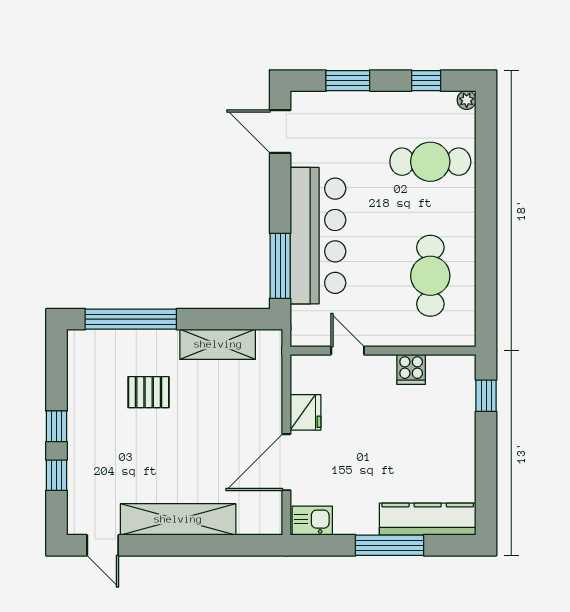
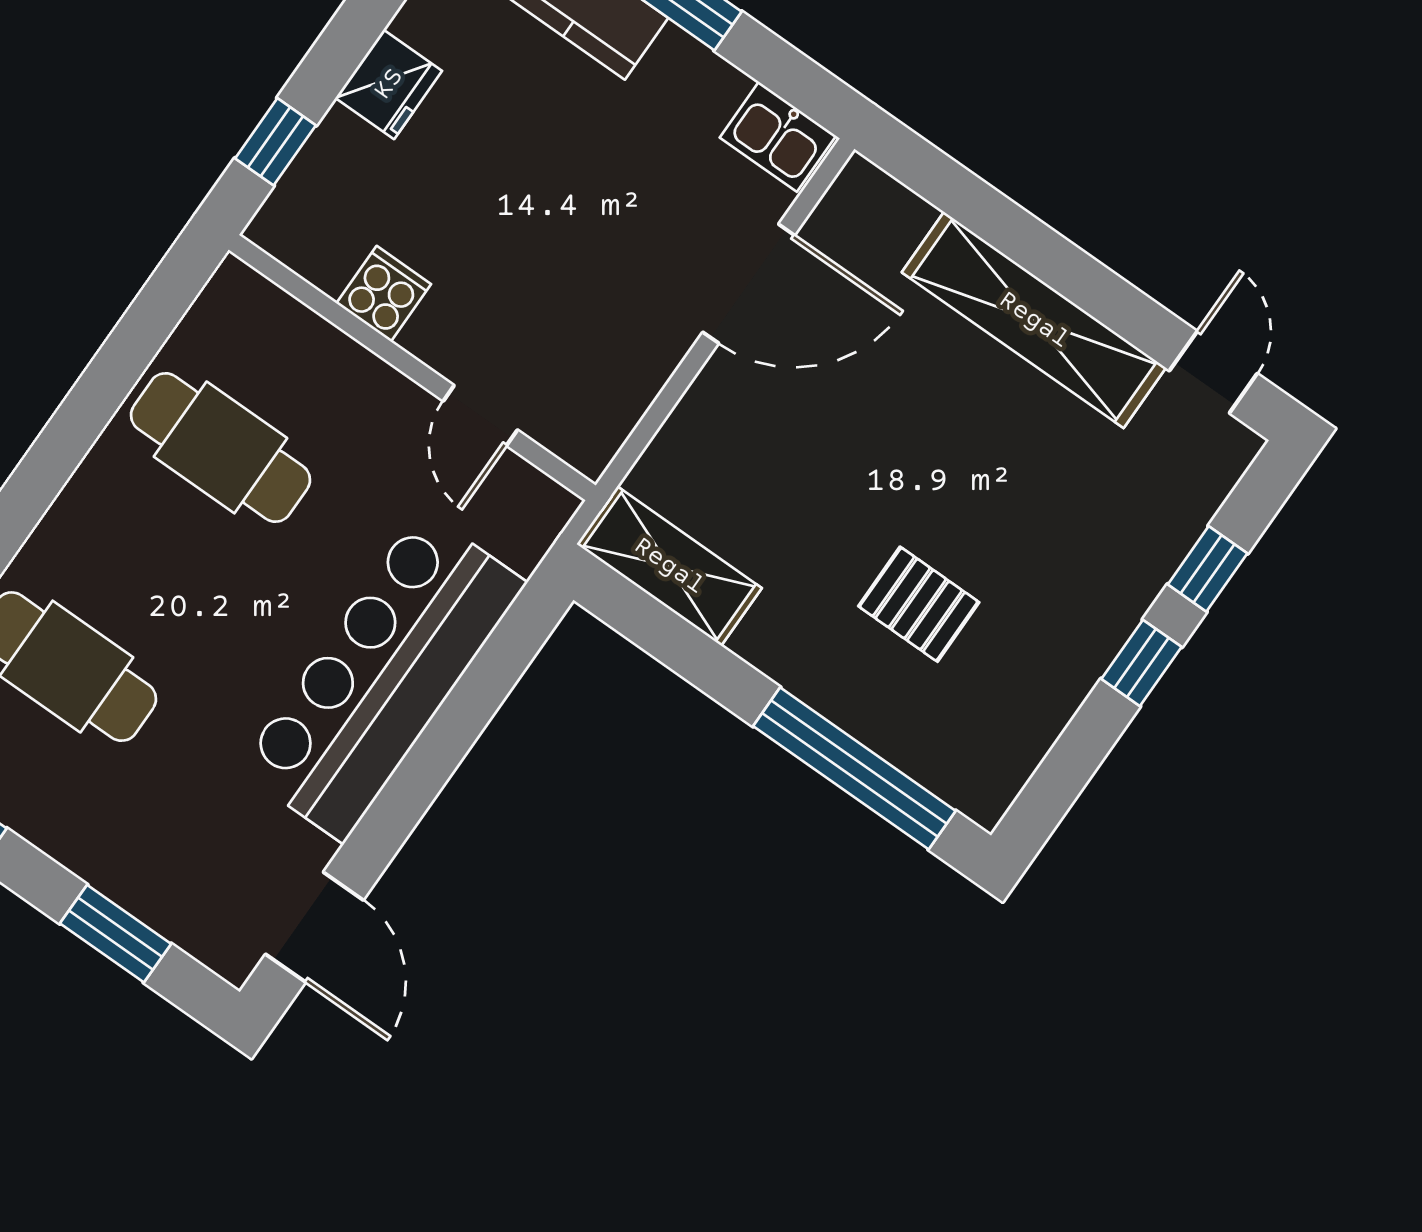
window: (280, 266) -> (496, 669), removed
cafe table: (430, 276) -> (220, 447), turned 90
shelving: (218, 344) -> (669, 566), moved
fridge: (305, 412) -> (389, 84), moved, turned 180

